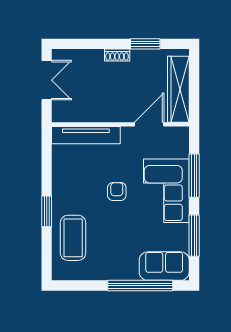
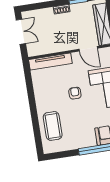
door: (149, 124) -> (88, 49), swing flipped
window: (47, 211) -> (34, 112), removed

